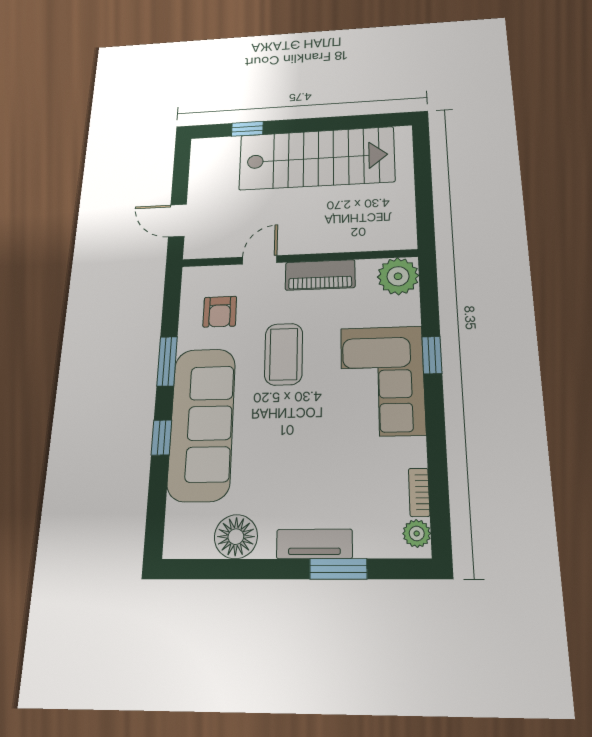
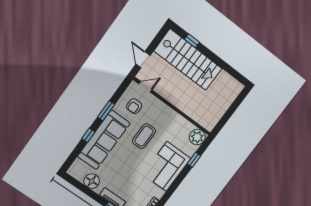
stairs: (316, 158) -> (188, 60), moved
door: (260, 260) -> (145, 87), moved
piano: (320, 275) -> (174, 118), removed
window: (432, 355) -> (194, 160), moved

